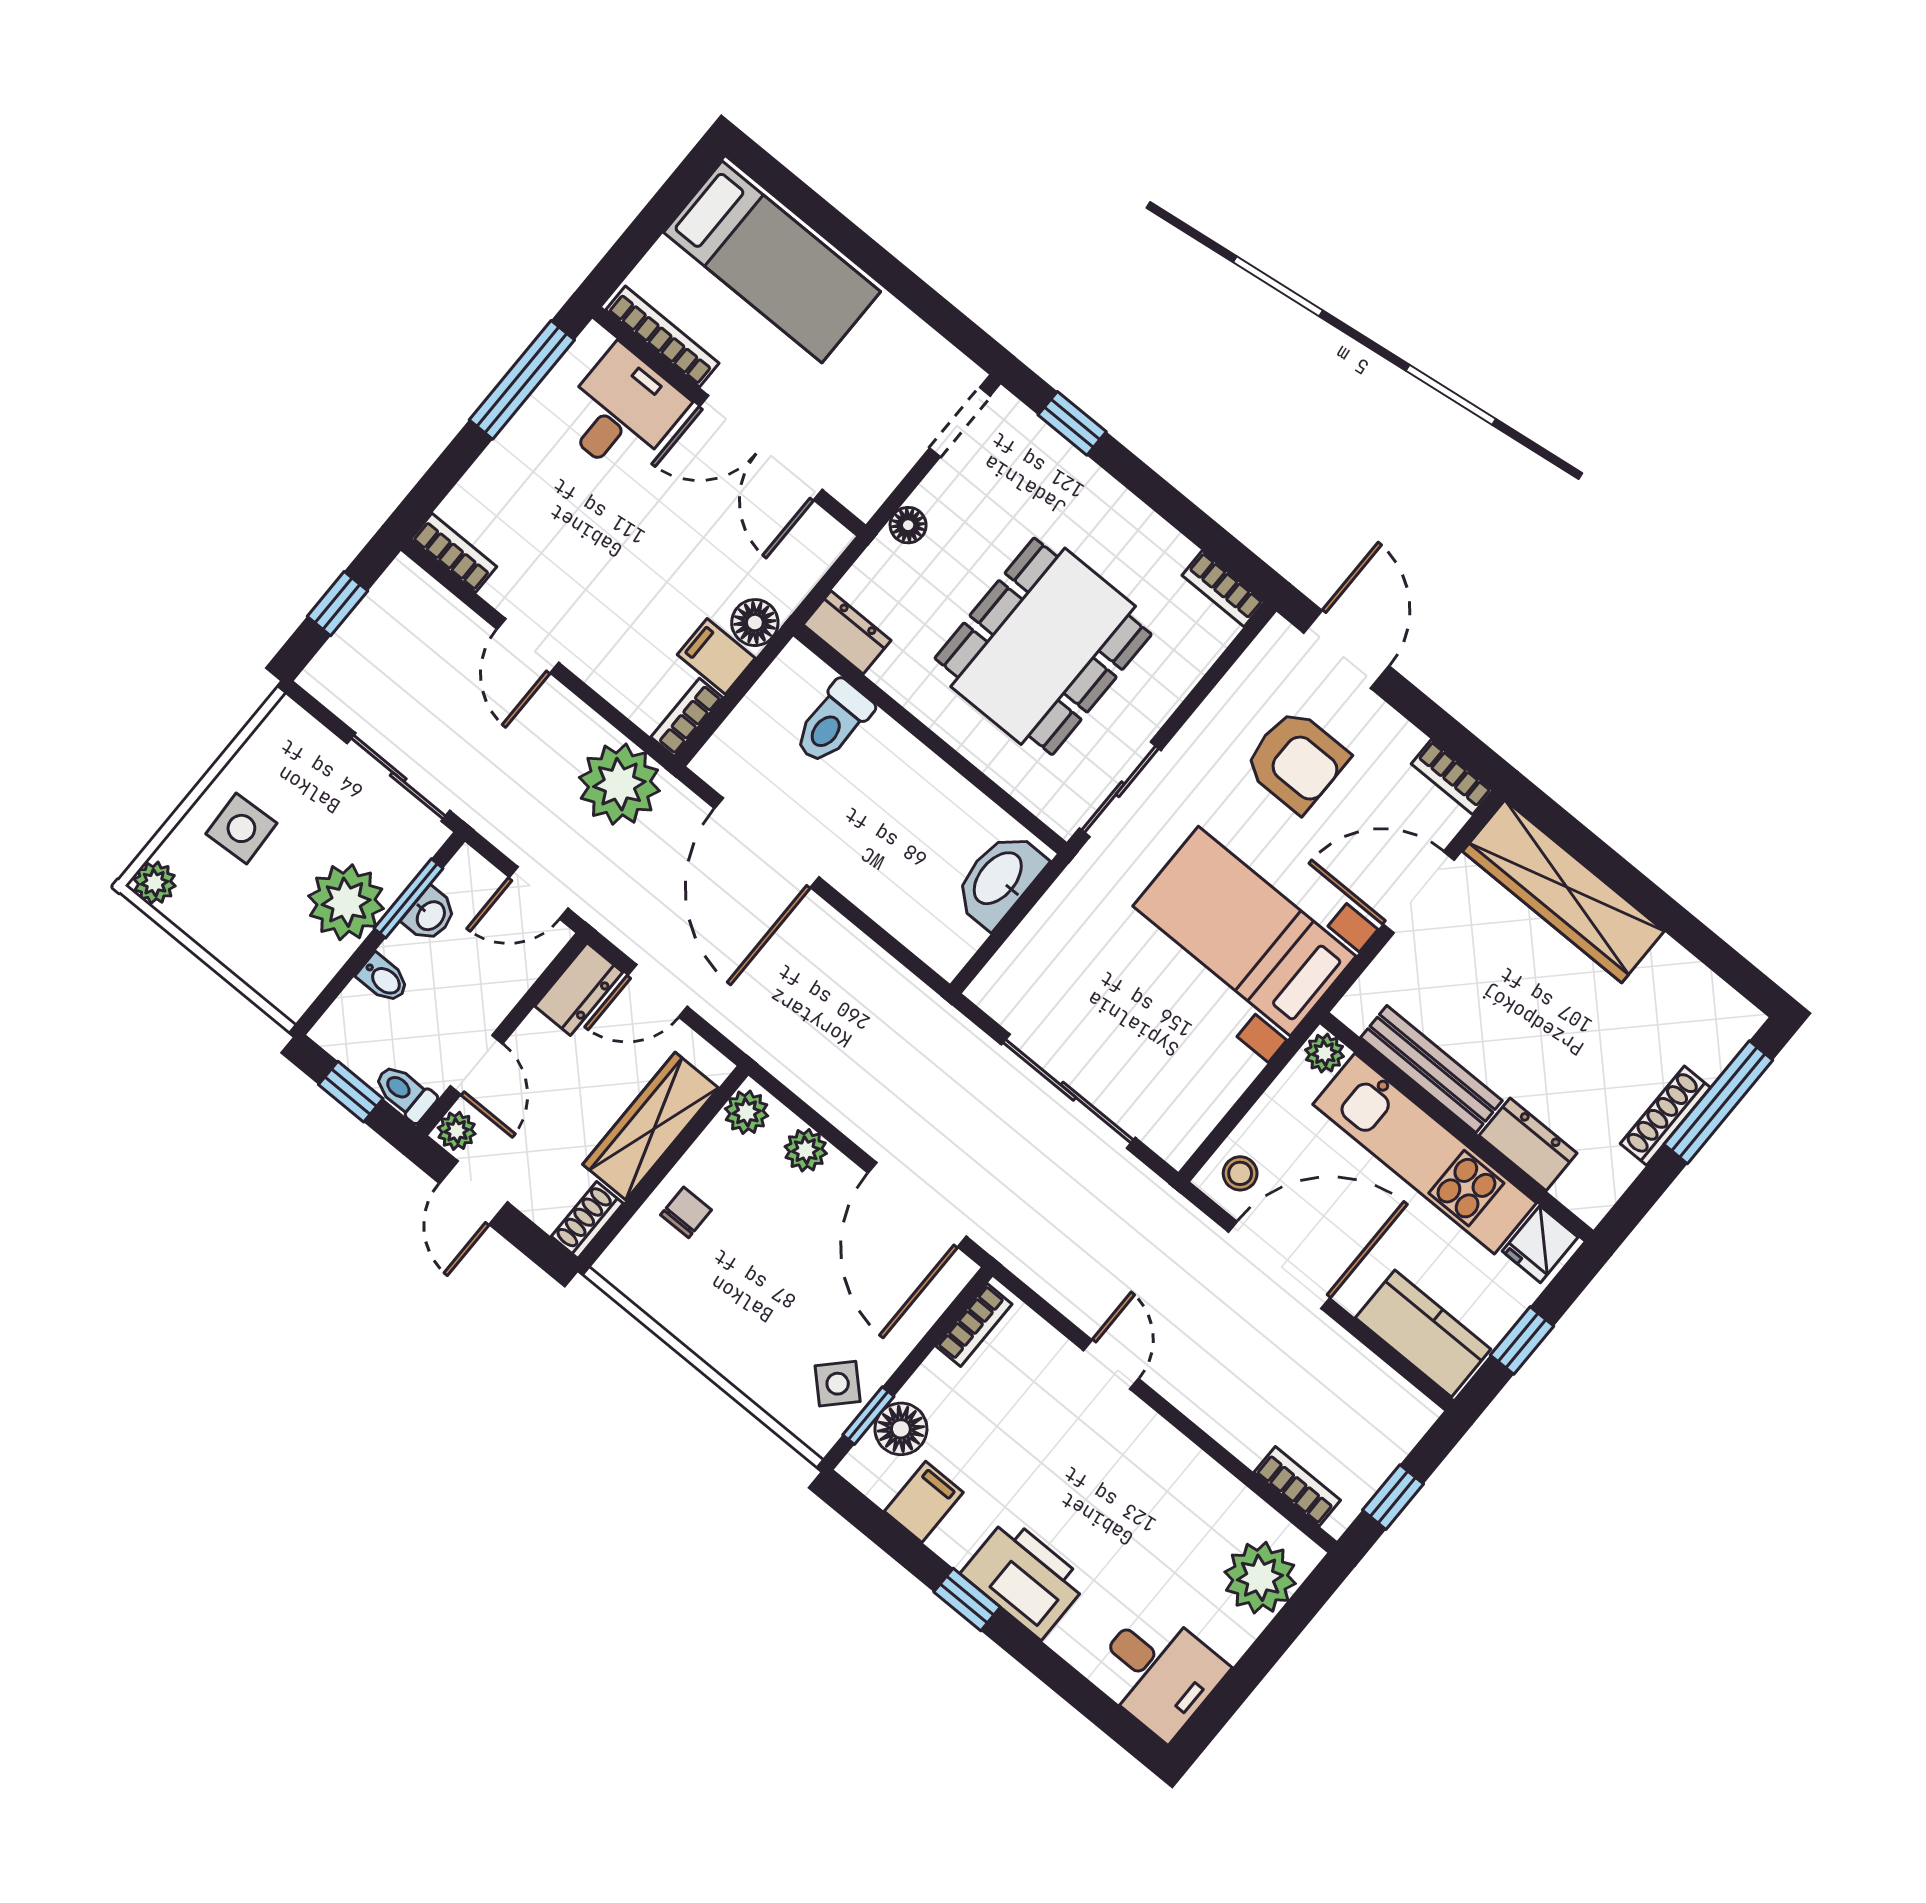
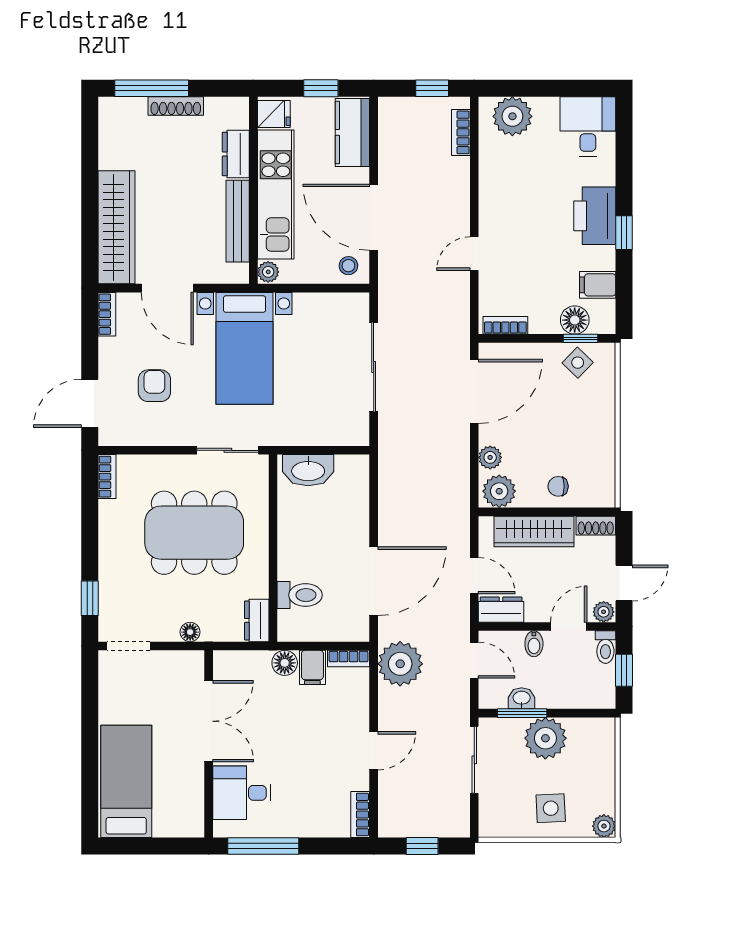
bookcase: (662, 336) -> (196, 802), removed
armchair: (1296, 761) -> (154, 386), width x0.72, depth x0.72
bidet: (383, 979) -> (534, 644), moved, turned 180
plant: (747, 1112) -> (499, 491), width x1.38, depth x1.38

